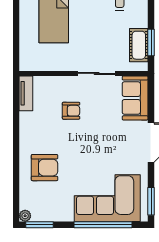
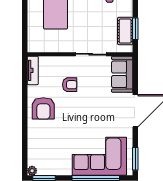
armchair: (45, 168) -> (43, 108), moved, turned 90

